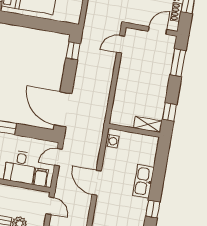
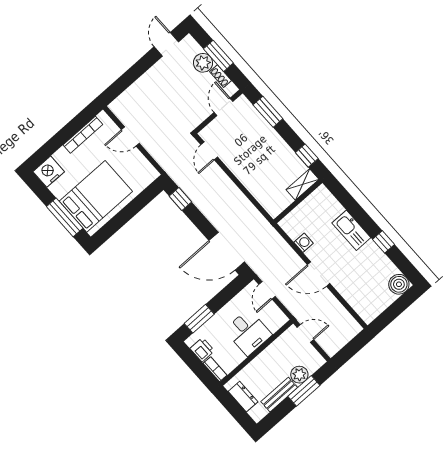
washing machine: (112, 141) -> (304, 243), moved
filing cabinet: (41, 177) -> (273, 321), removed

